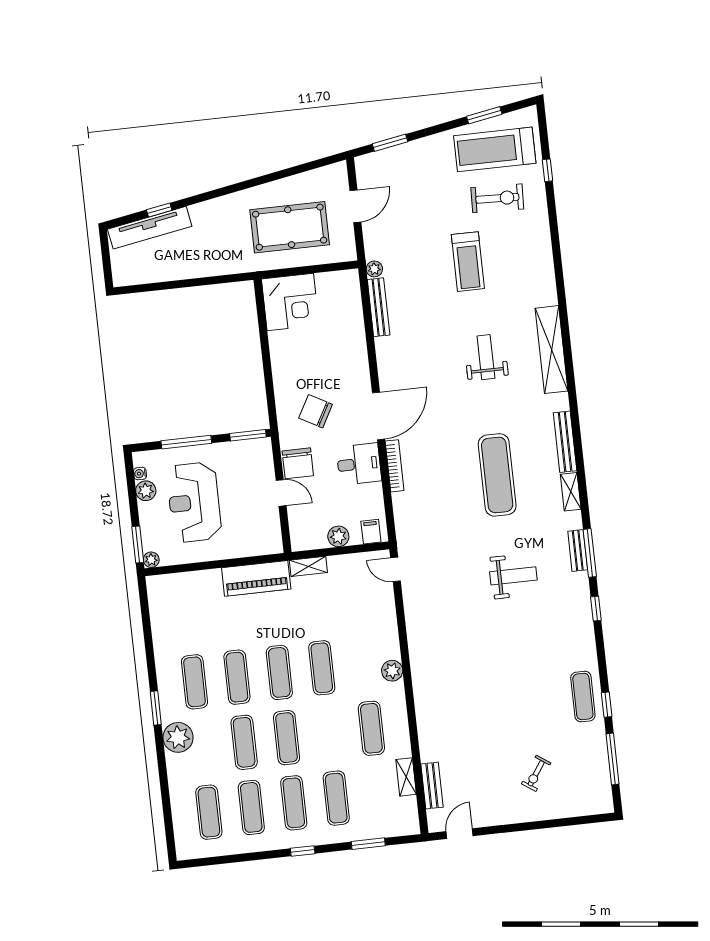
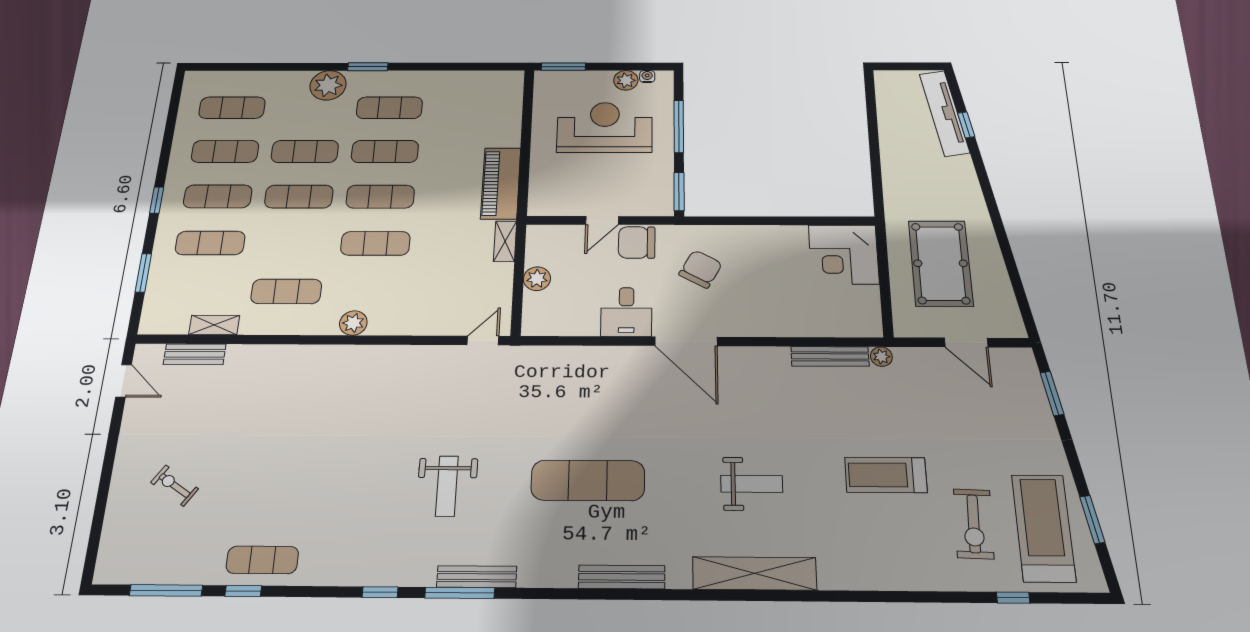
bookcase: (395, 466) -> (618, 354), removed
shelving: (571, 492) -> (550, 576), removed
filing cabinet: (371, 532) -> (537, 317), removed
bench: (578, 550) -> (477, 577), width x1.36
plant: (151, 560) -> (543, 78), removed

